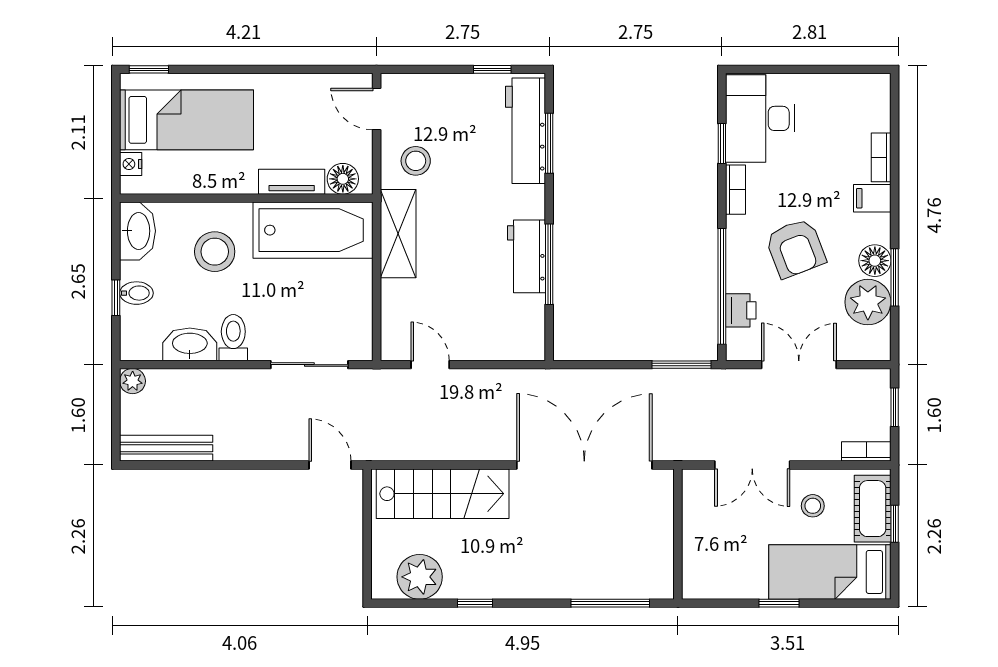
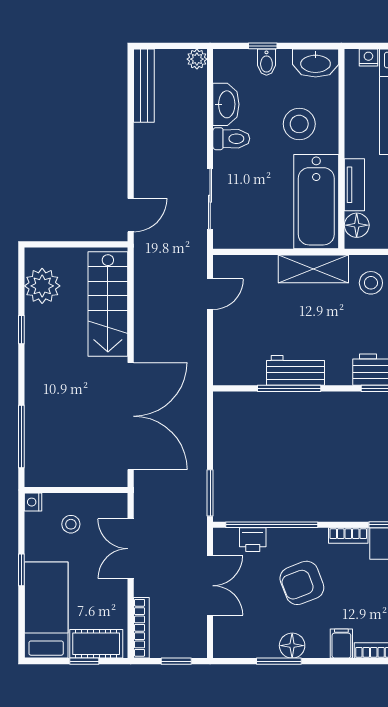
plant: (868, 302) -> (259, 640), removed
bookcase: (866, 451) -> (141, 628), width x1.56
stool: (813, 506) -> (71, 524), moved
nightstand: (693, 588) -> (33, 502), added

